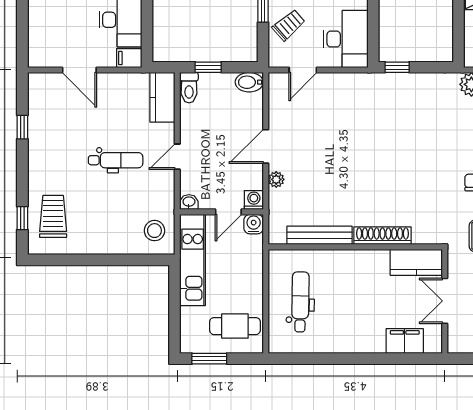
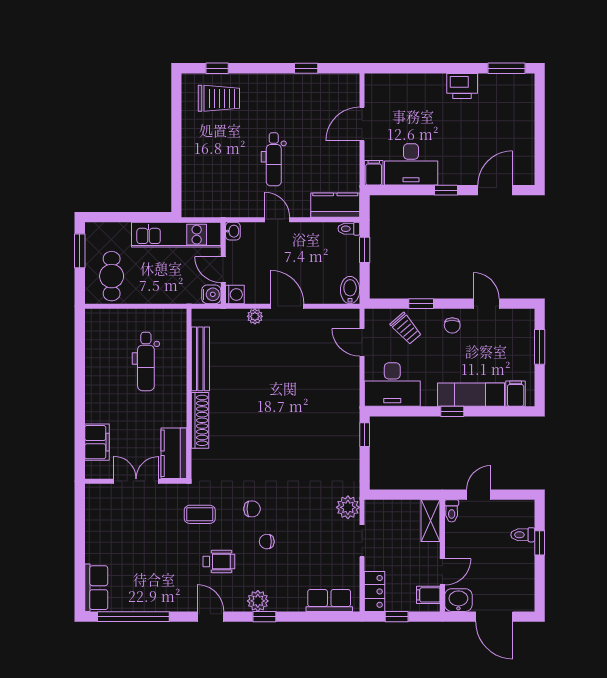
toilet: (189, 88) -> (349, 229), width x0.73, depth x0.72
stool: (154, 231) -> (205, 197), removed
dental chair: (300, 302) -> (146, 361), moved, turned 89

